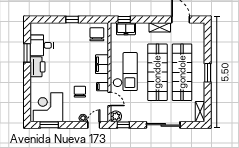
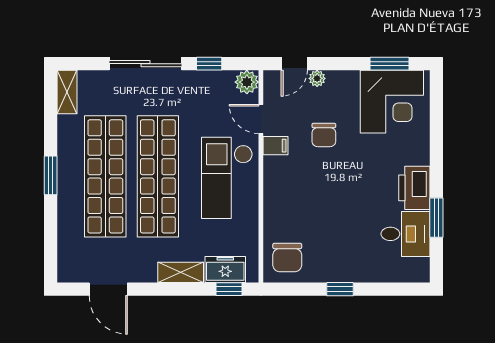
shelving: (160, 27) -> (181, 272), moved
filing cabinet: (102, 64) -> (277, 194), removed
window: (123, 125) -> (209, 64), moved

